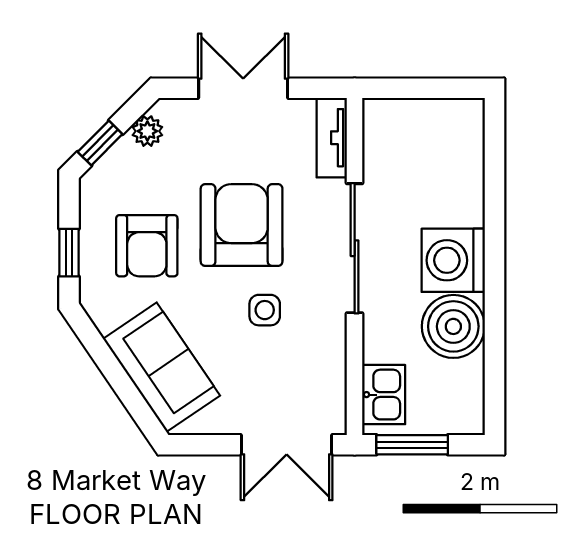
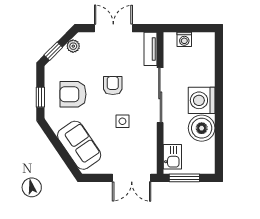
washing machine: (412, 115) -> (184, 39), added
armchair: (242, 225) -> (113, 86), width x0.53, depth x0.53
armchair: (147, 246) -> (73, 94), turned 90

